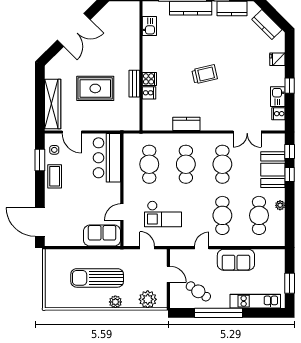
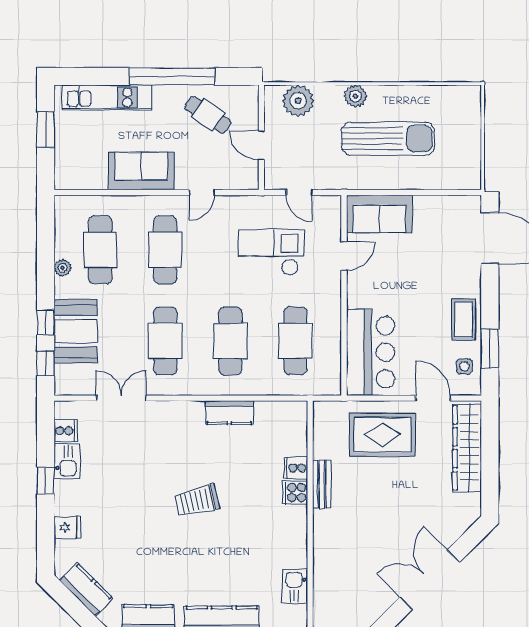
rug: (95, 88) -> (382, 435), moved

